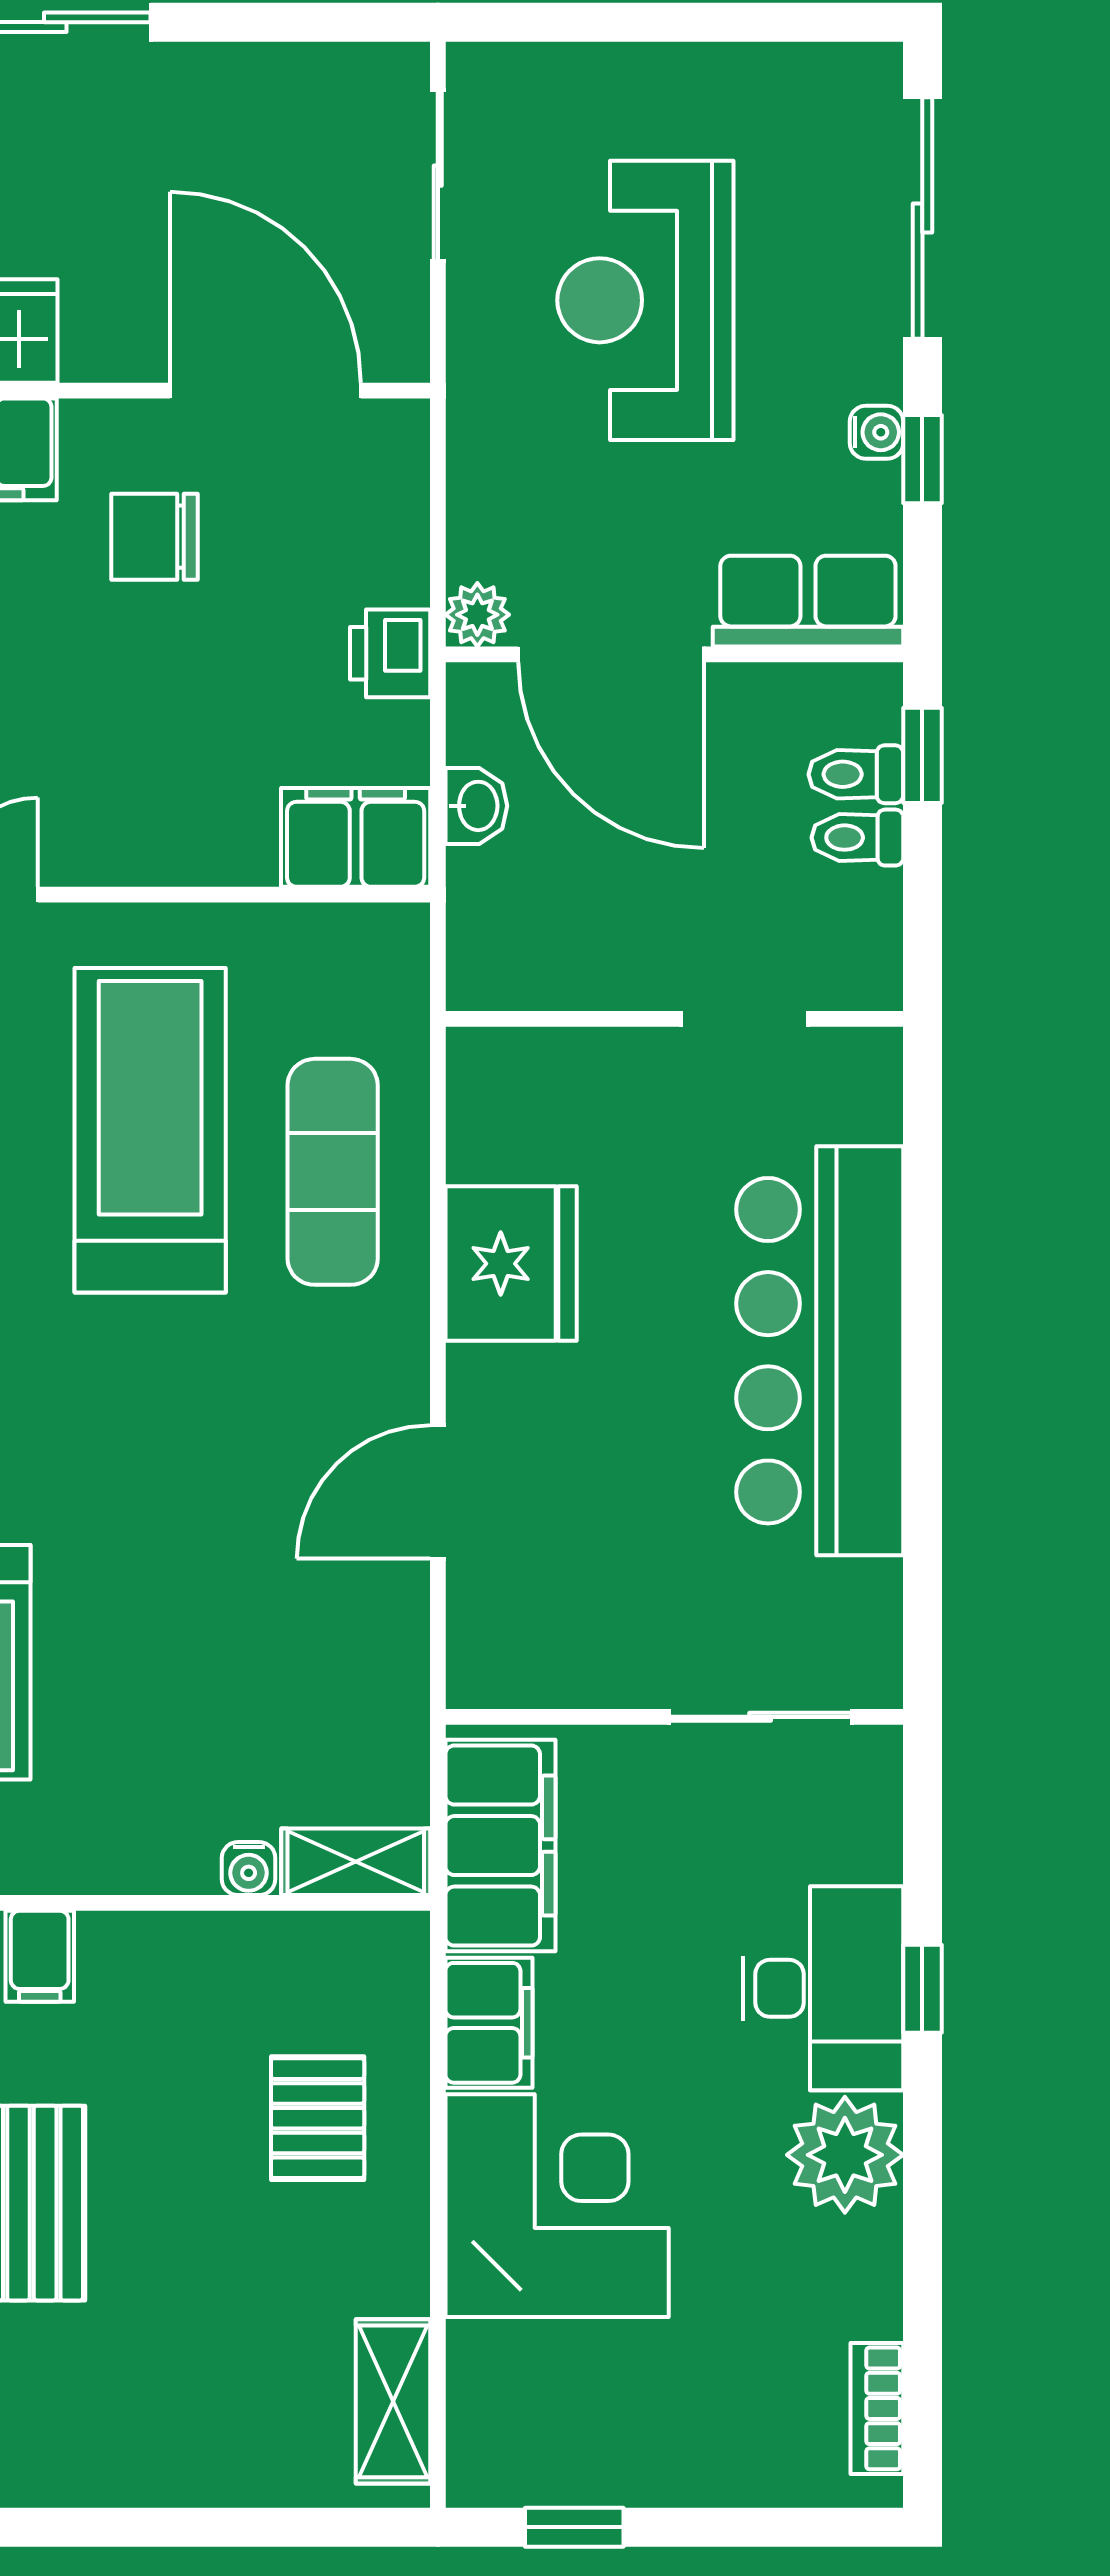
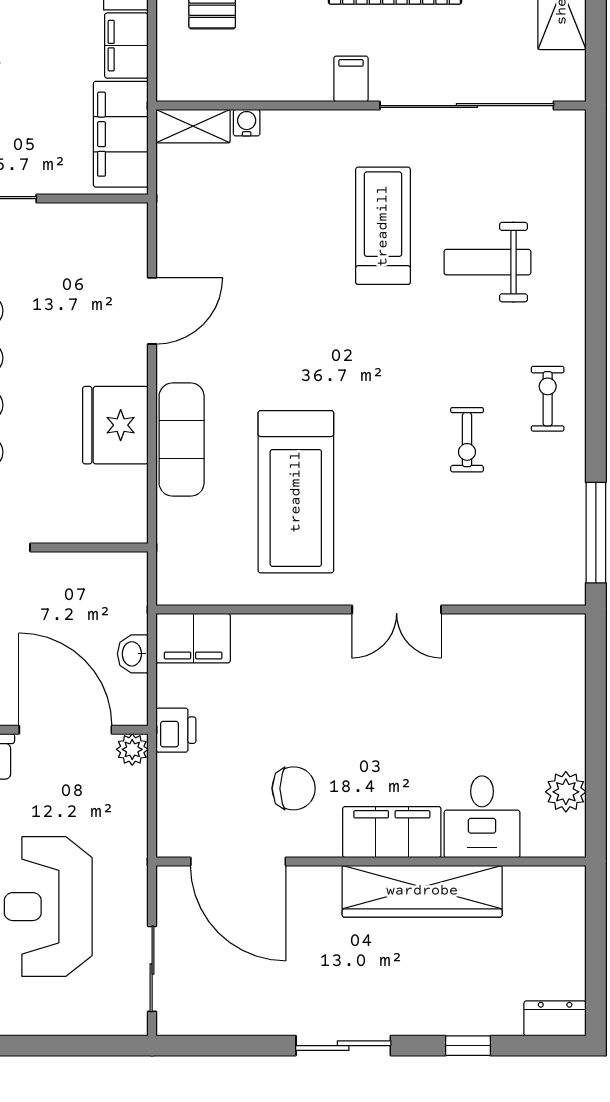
reception desk: (645, 300) -> (48, 907), turned 180
exercise mat: (333, 1172) -> (182, 440), moved

